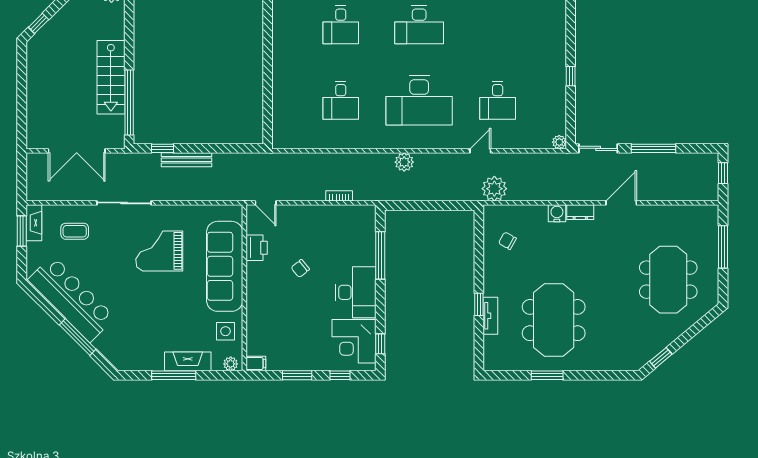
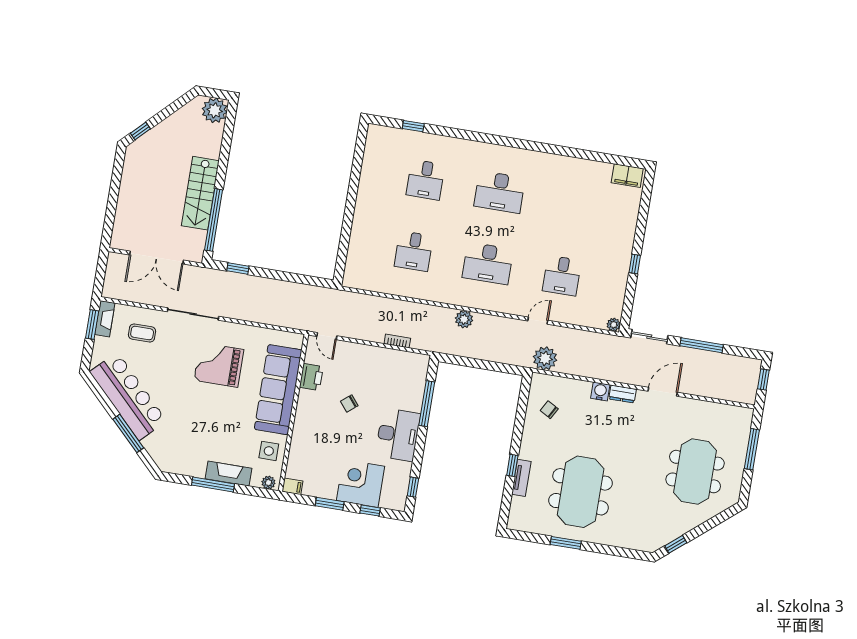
desk: (419, 100) -> (488, 263), width x0.73, depth x0.77
bench: (186, 160) -> (259, 283), removed
corner desk: (354, 341) -> (361, 483), moved, turned 90

